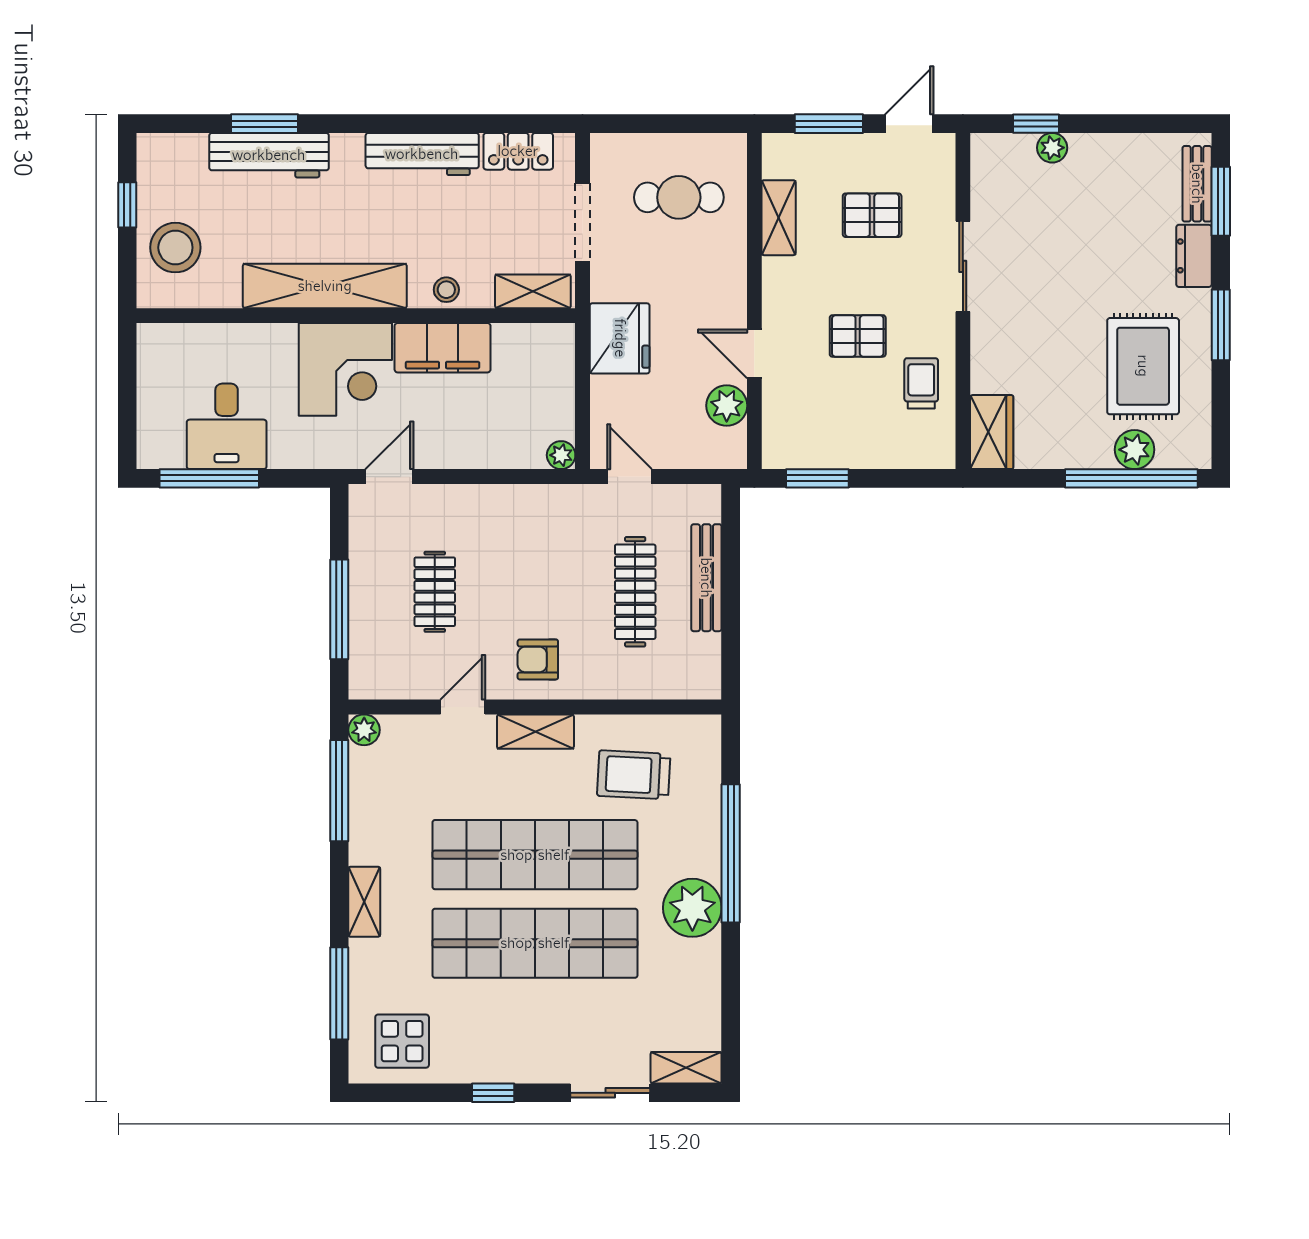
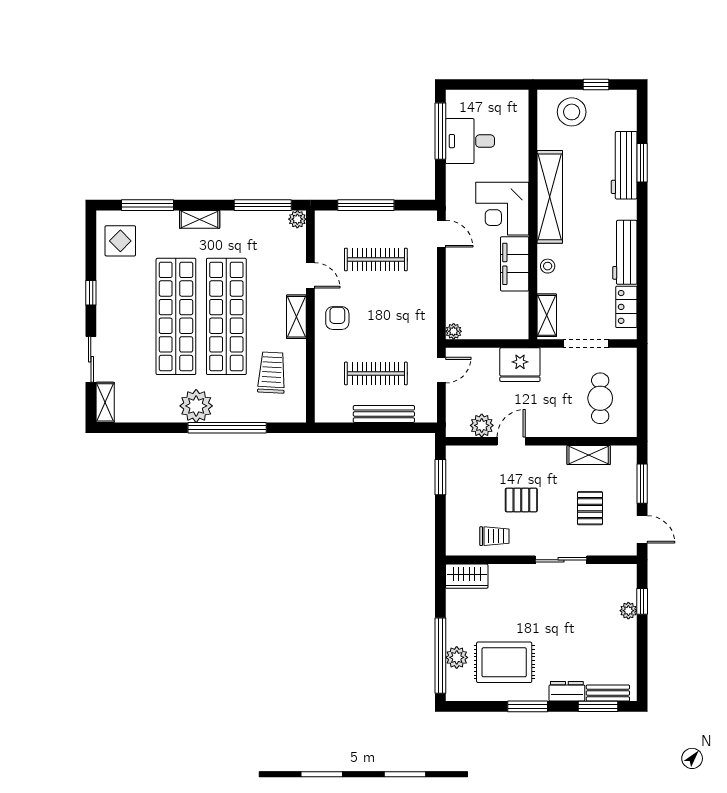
pallet: (858, 336) -> (521, 500), turned 90
clothes rail: (435, 592) -> (376, 259), width x1.36

